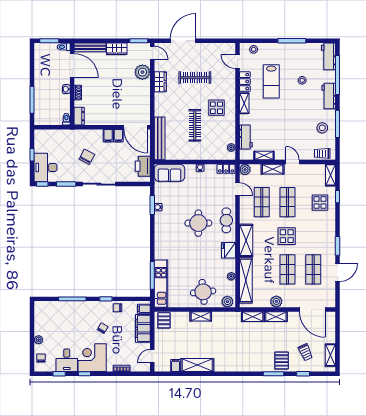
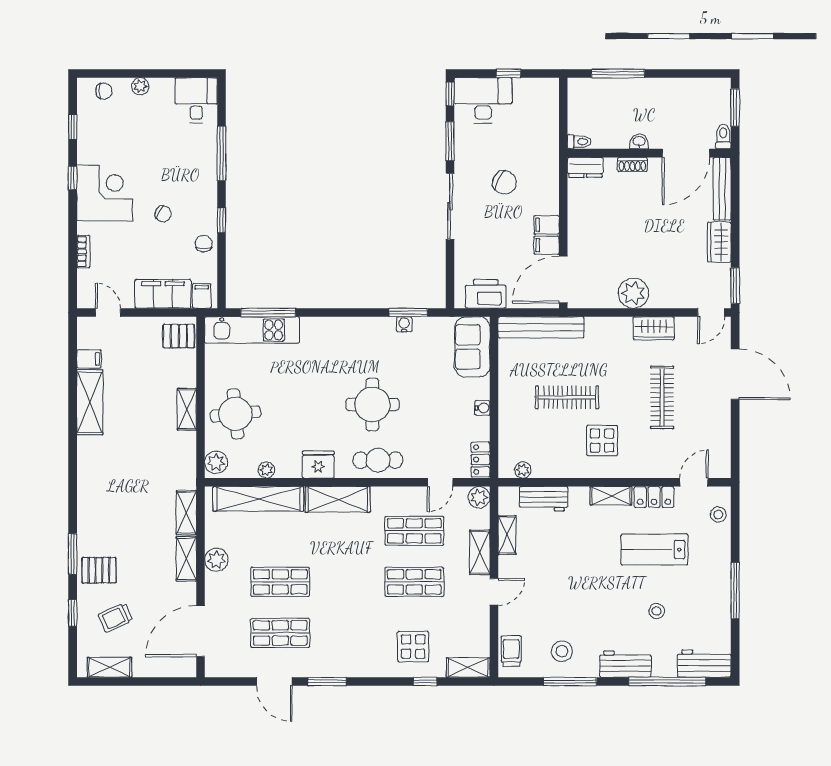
plant: (142, 72) -> (633, 293), moved
display table: (287, 236) -> (346, 580), removed
desk: (67, 360) -> (196, 100), moved, turned 90

